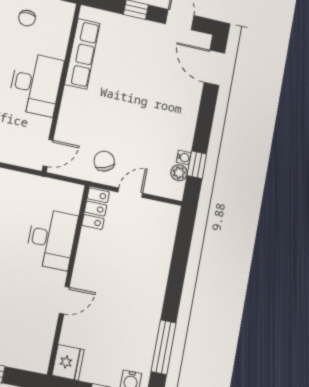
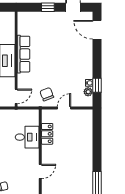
row of seats: (82, 54) -> (24, 54), moved
locker: (96, 209) -> (47, 134), moved
desk: (51, 239) -> (27, 137), width x0.73

